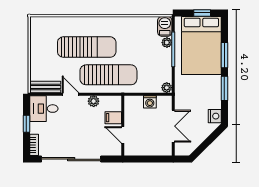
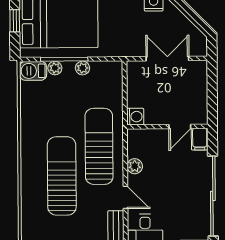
plant: (167, 88) -> (83, 68), moved
door: (70, 94) -> (125, 197), swing flipped
washing machine: (150, 102) -> (135, 117), moved
filing cabinet: (113, 118) -> (200, 139), moved

